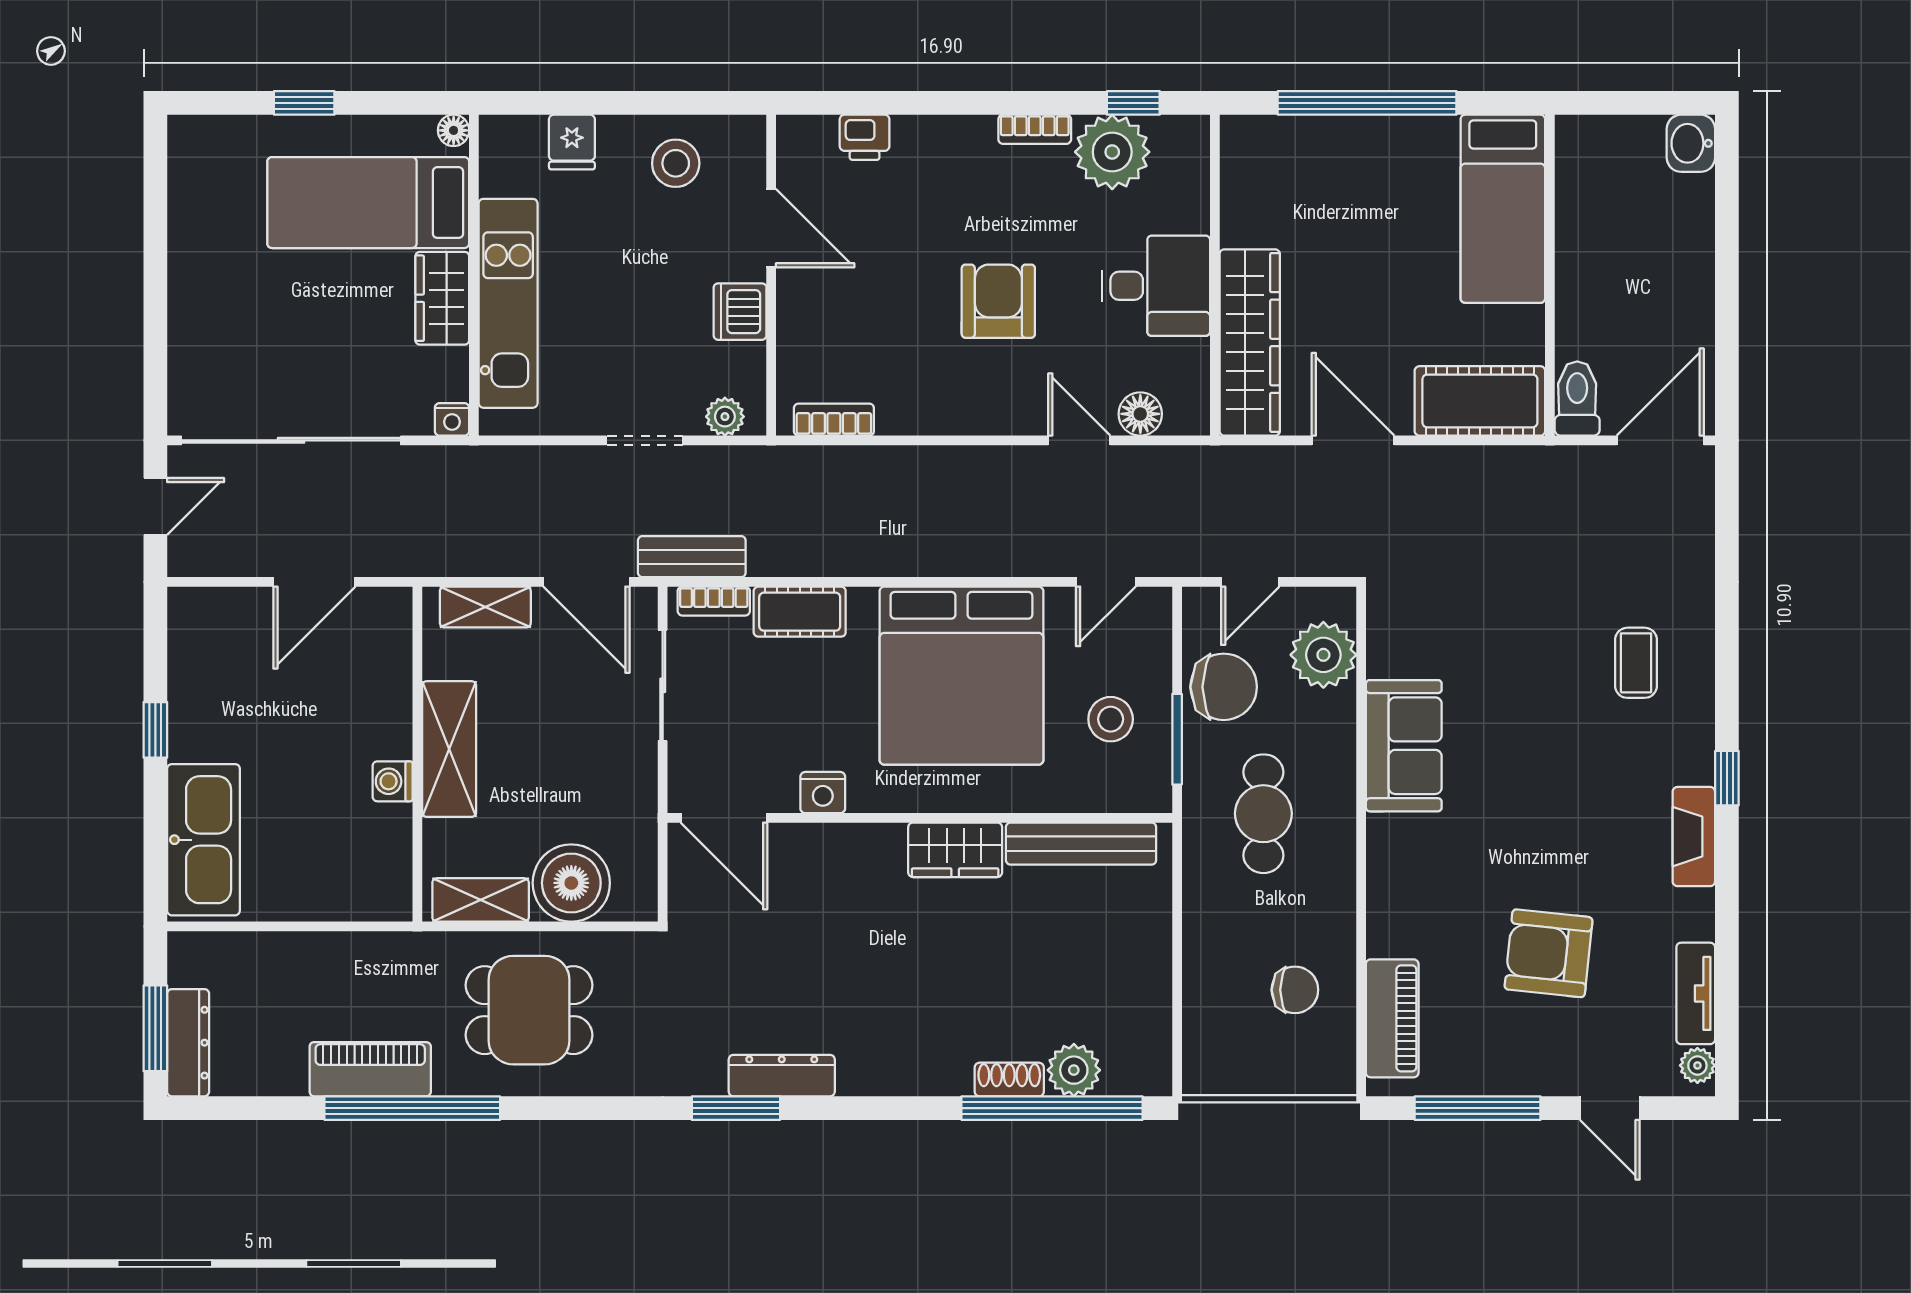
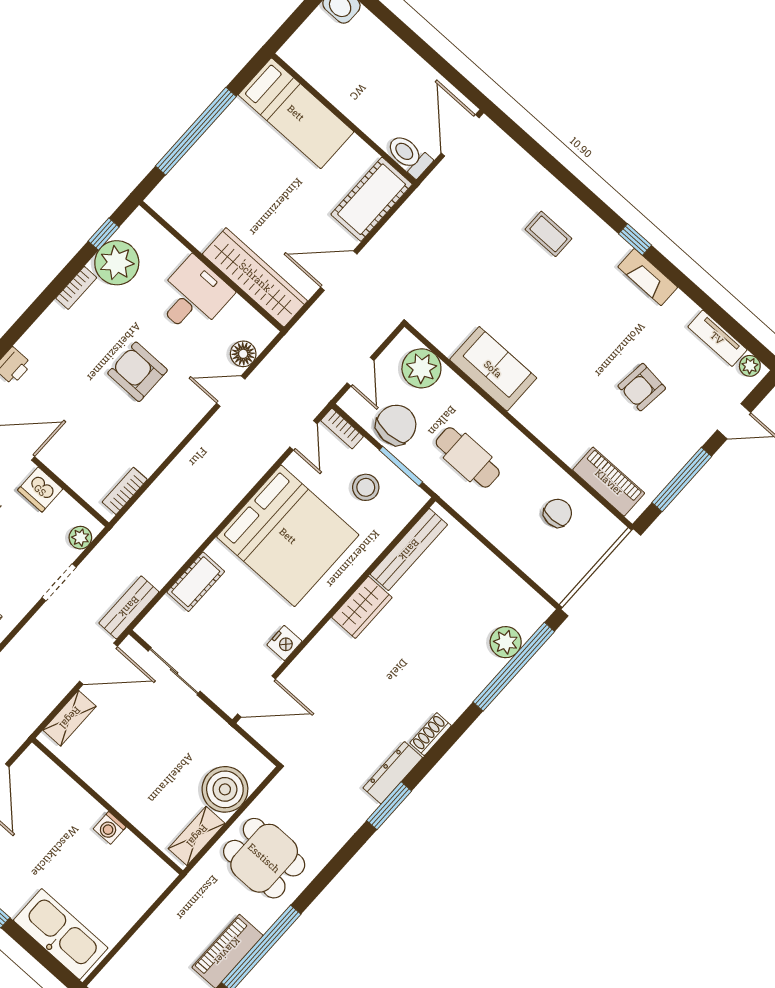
bookcase: (714, 601) -> (342, 428), moved, turned 90
shelving: (449, 749) -> (118, 790), removed
armchair: (1549, 953) -> (642, 387), width x0.72, depth x0.72
dining table: (529, 1010) -> (264, 858), turned 90
shoe rack: (1009, 1080) -> (431, 734), moved

